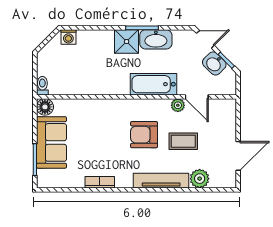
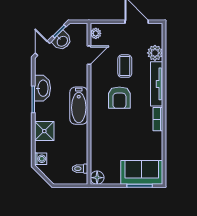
shower: (127, 42) -> (44, 131), moved
bathtub: (153, 84) -> (79, 106), moved
toilet: (42, 86) -> (80, 169), moved
plant: (178, 105) -> (96, 33), moved
sofa: (52, 142) -> (142, 172), moved
bookcase: (100, 182) -> (158, 119), moved

